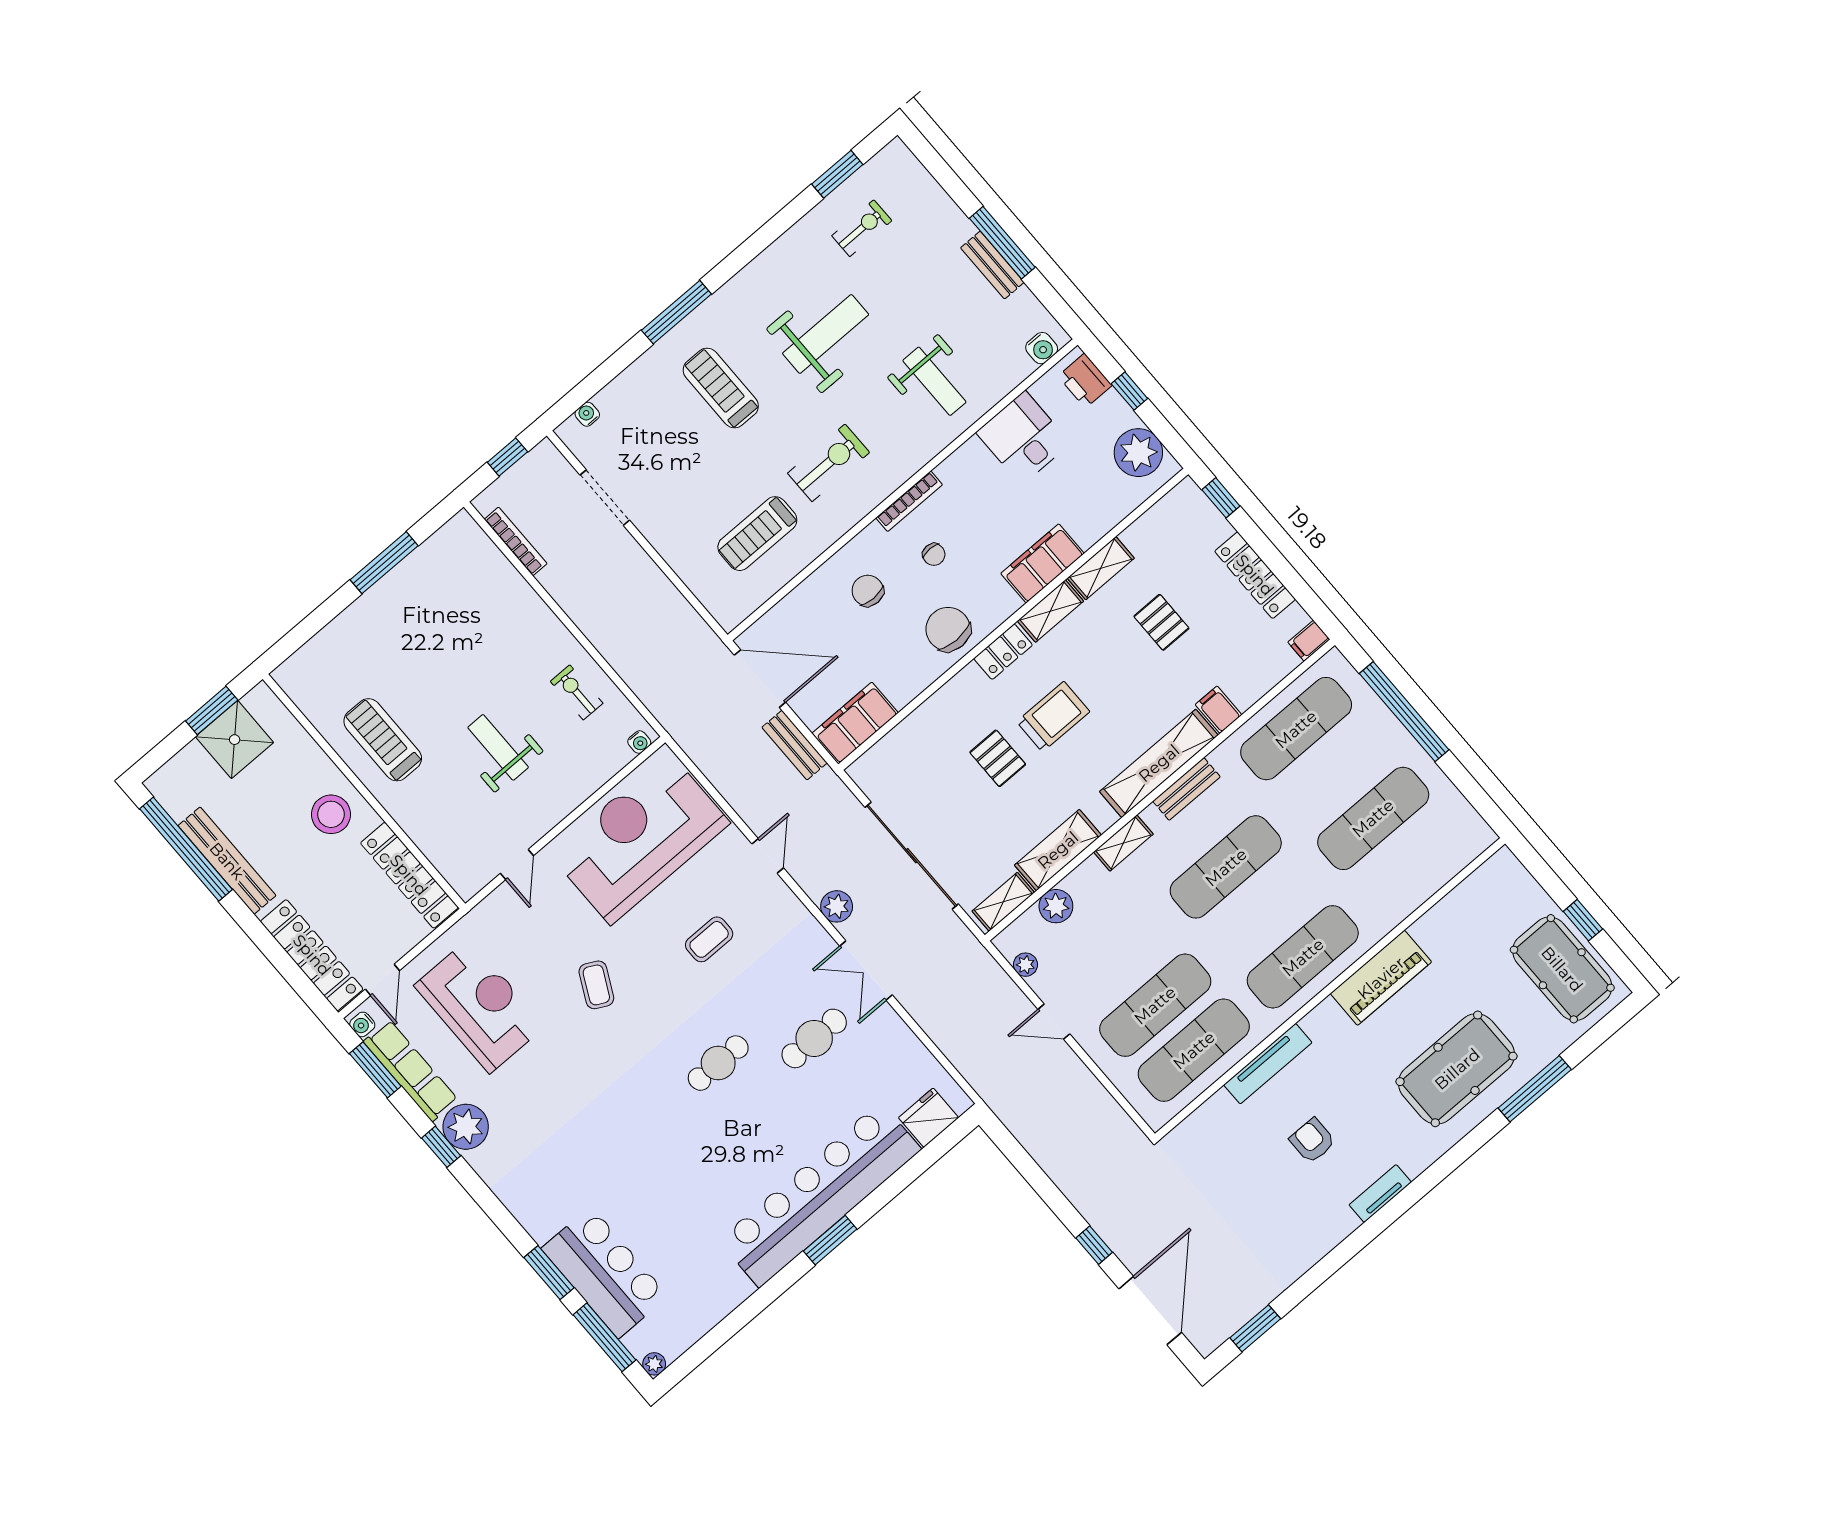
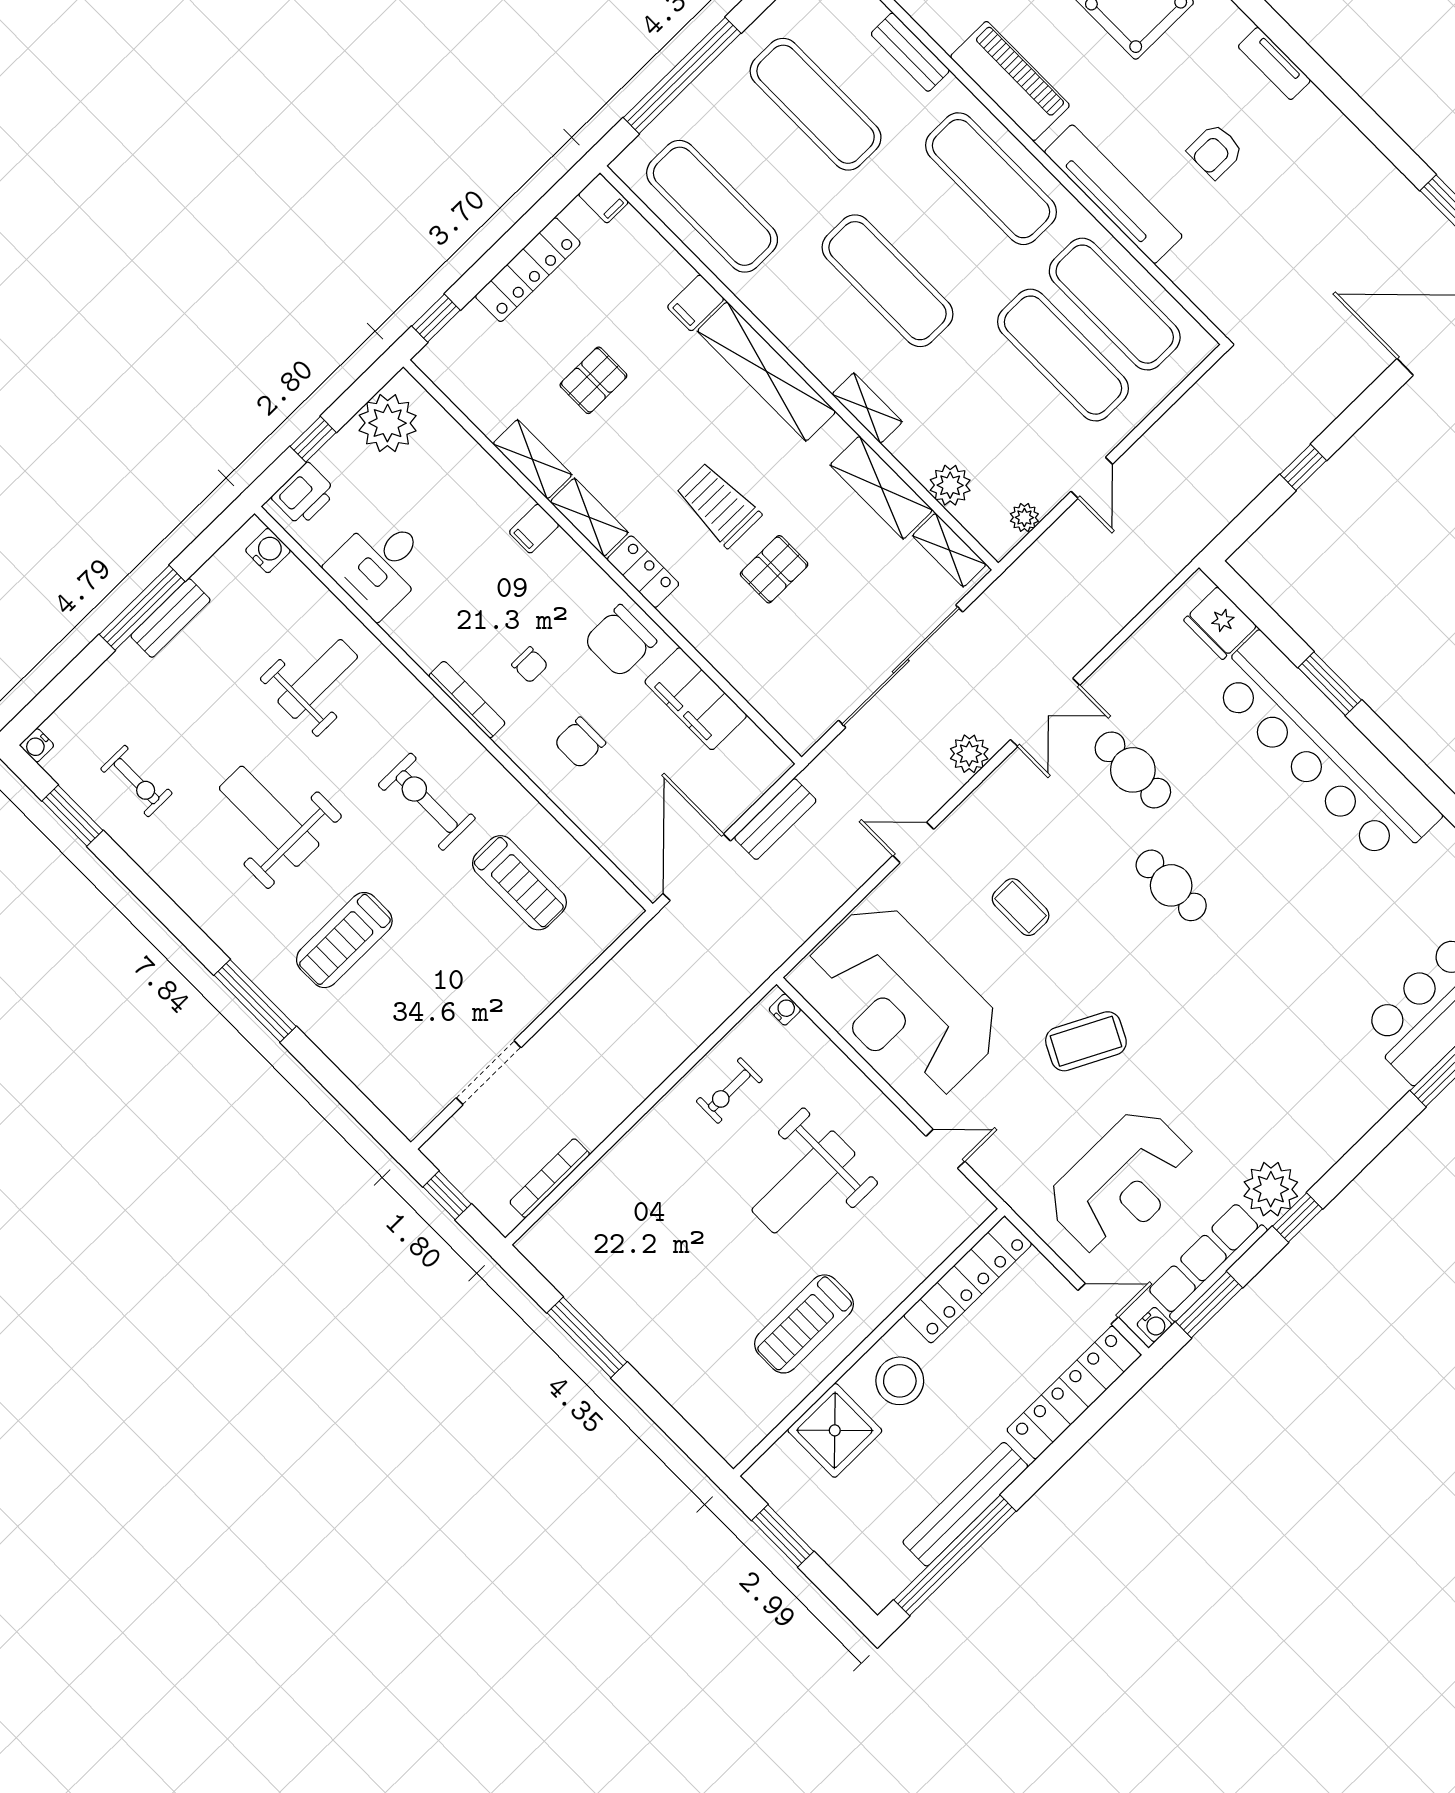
exercise bike: (862, 228) -> (137, 781), turned 180
water cooler: (587, 414) -> (37, 745), moved
chair: (934, 554) -> (530, 665), turned 90
filing cabinet: (1042, 563) -> (534, 529), width x0.33, depth x0.86
filing cabinet: (855, 723) -> (696, 699), moved
shower: (235, 740) -> (835, 1430), moved
weight bench: (498, 747) -> (803, 1182), width x1.36, depth x1.33
bench: (1186, 789) -> (910, 52), moved
coffee table: (596, 985) -> (1086, 1041), width x1.36, depth x1.30
reception desk: (479, 1006) -> (1122, 1183), turned 180
tv unit: (1268, 1064) -> (1113, 194), width x1.36, depth x1.29
window: (830, 1240) -> (1330, 684), moved
window: (1094, 1245) -> (1303, 467), moved

